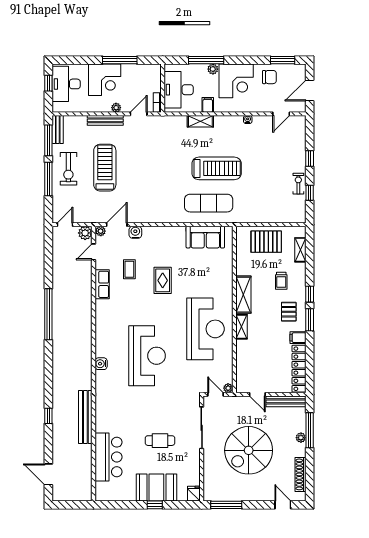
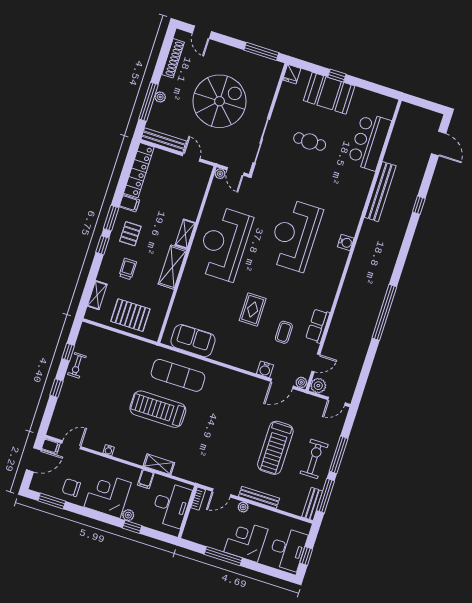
window: (206, 60) -> (132, 527), width x0.46
filing cabinet: (298, 107) -> (51, 446), added

